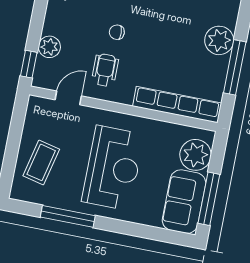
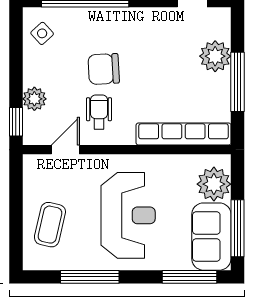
chair: (117, 32) -> (104, 69), width x1.87, depth x1.87
window: (157, 234) -> (189, 277), added

